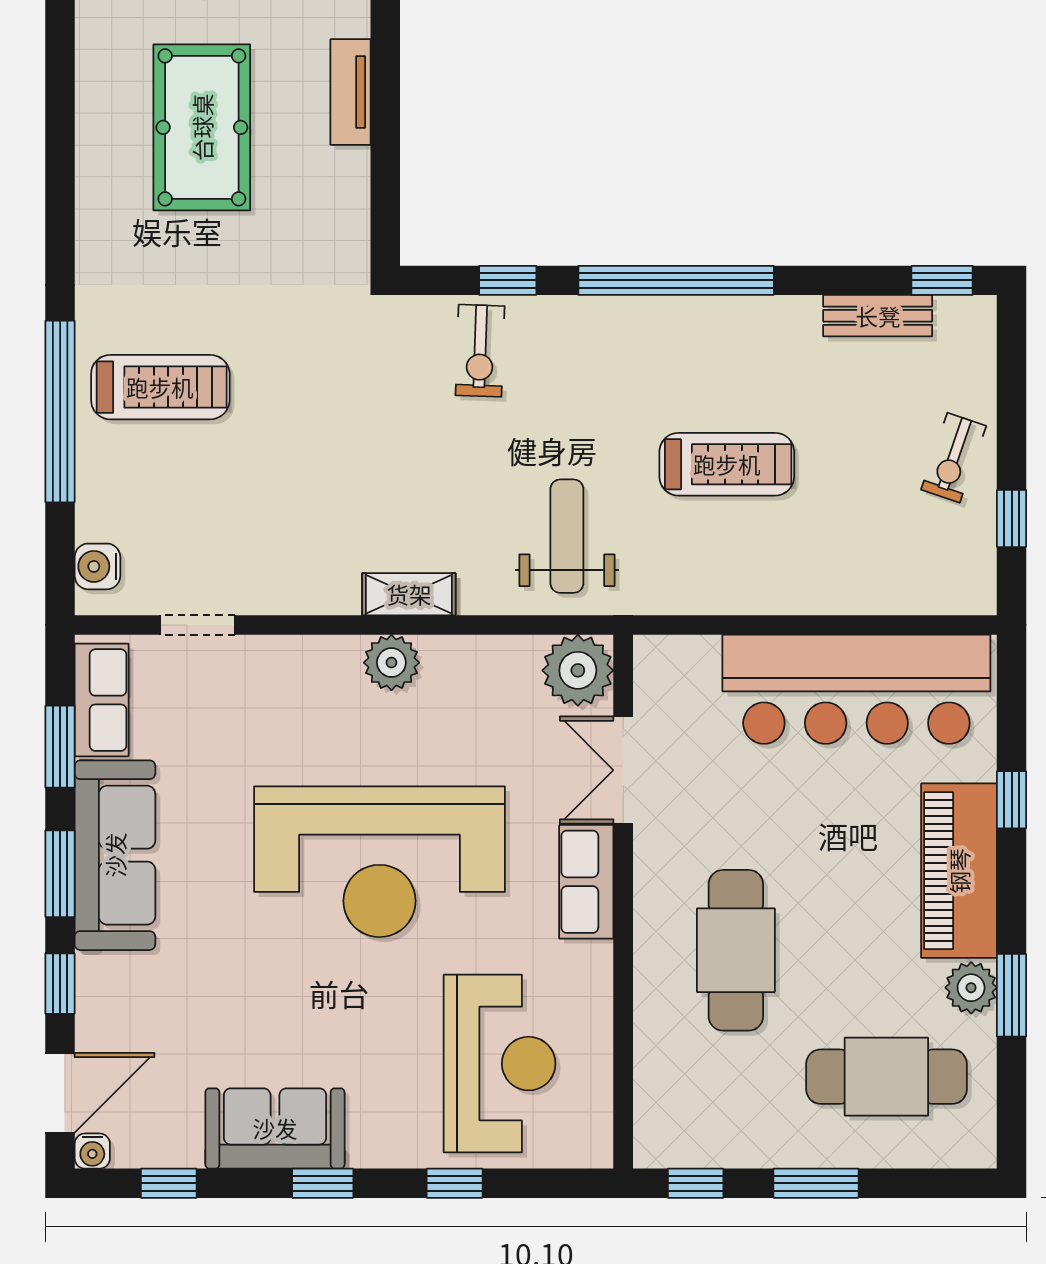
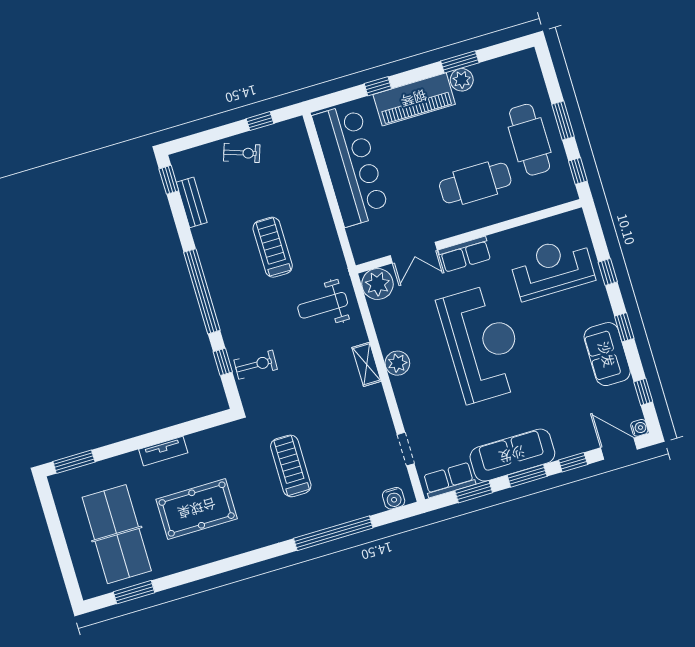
treadmill: (160, 387) -> (291, 466), moved
cafe table: (886, 1077) -> (530, 140), moved

